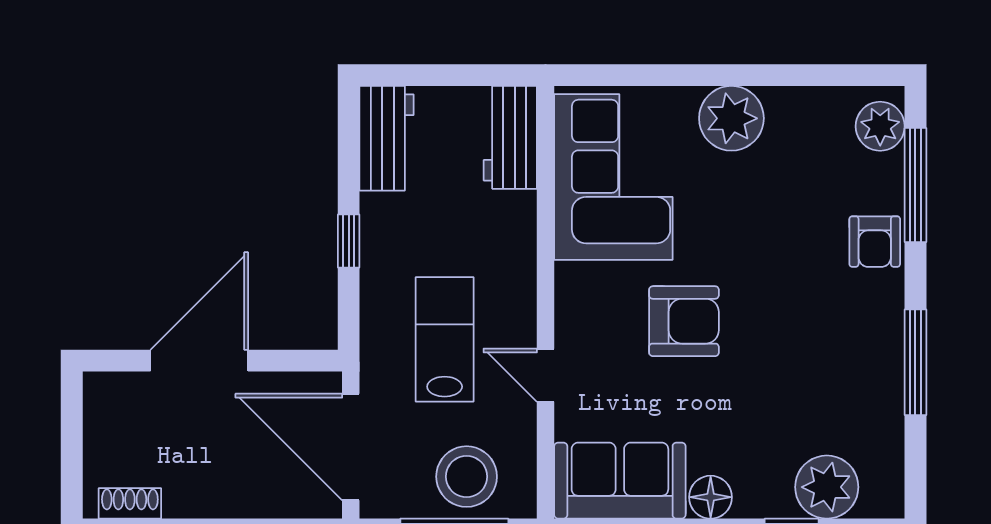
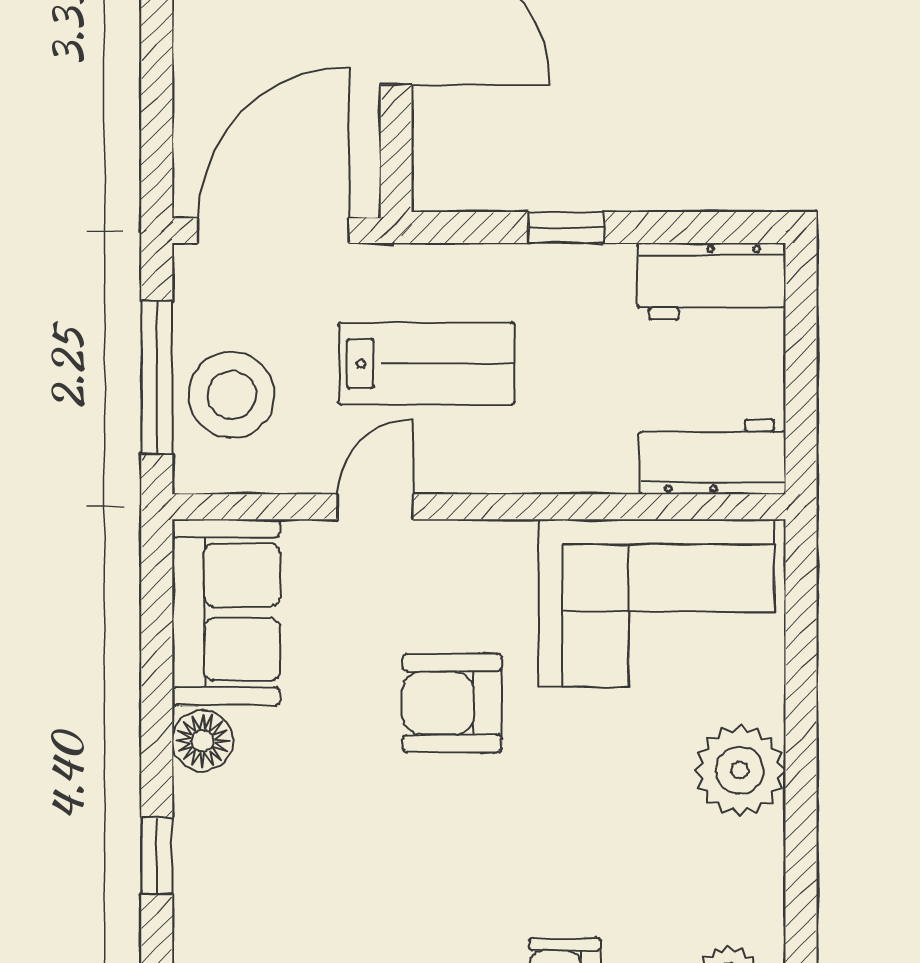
armchair: (684, 321) -> (452, 703), turned 90
plant: (827, 487) -> (217, 906), removed

